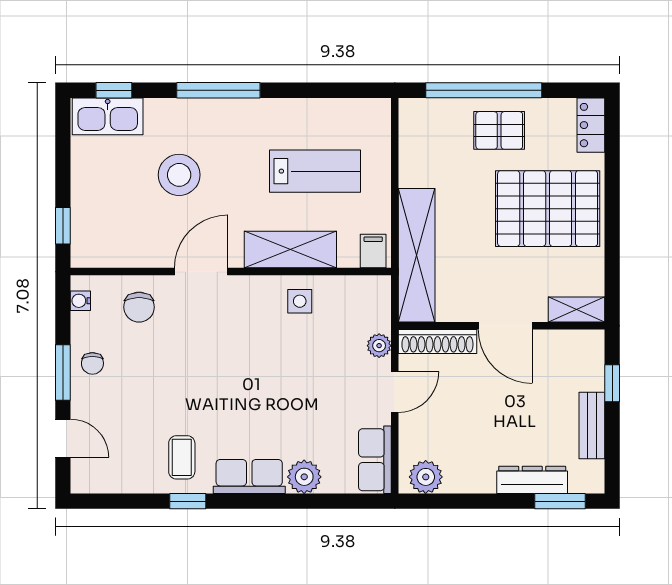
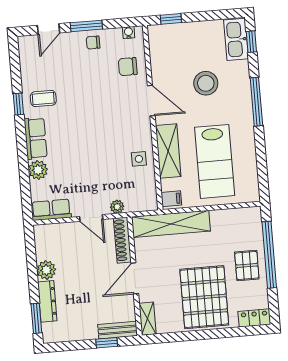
lab bench: (315, 171) -> (215, 161), width x1.36, depth x1.39
bench: (592, 426) -> (118, 330), moved
plant: (426, 477) -> (46, 270), moved

